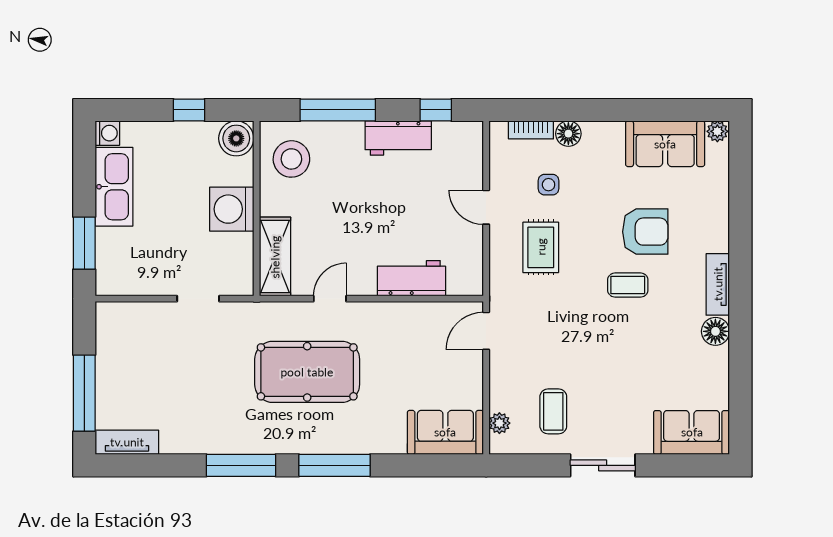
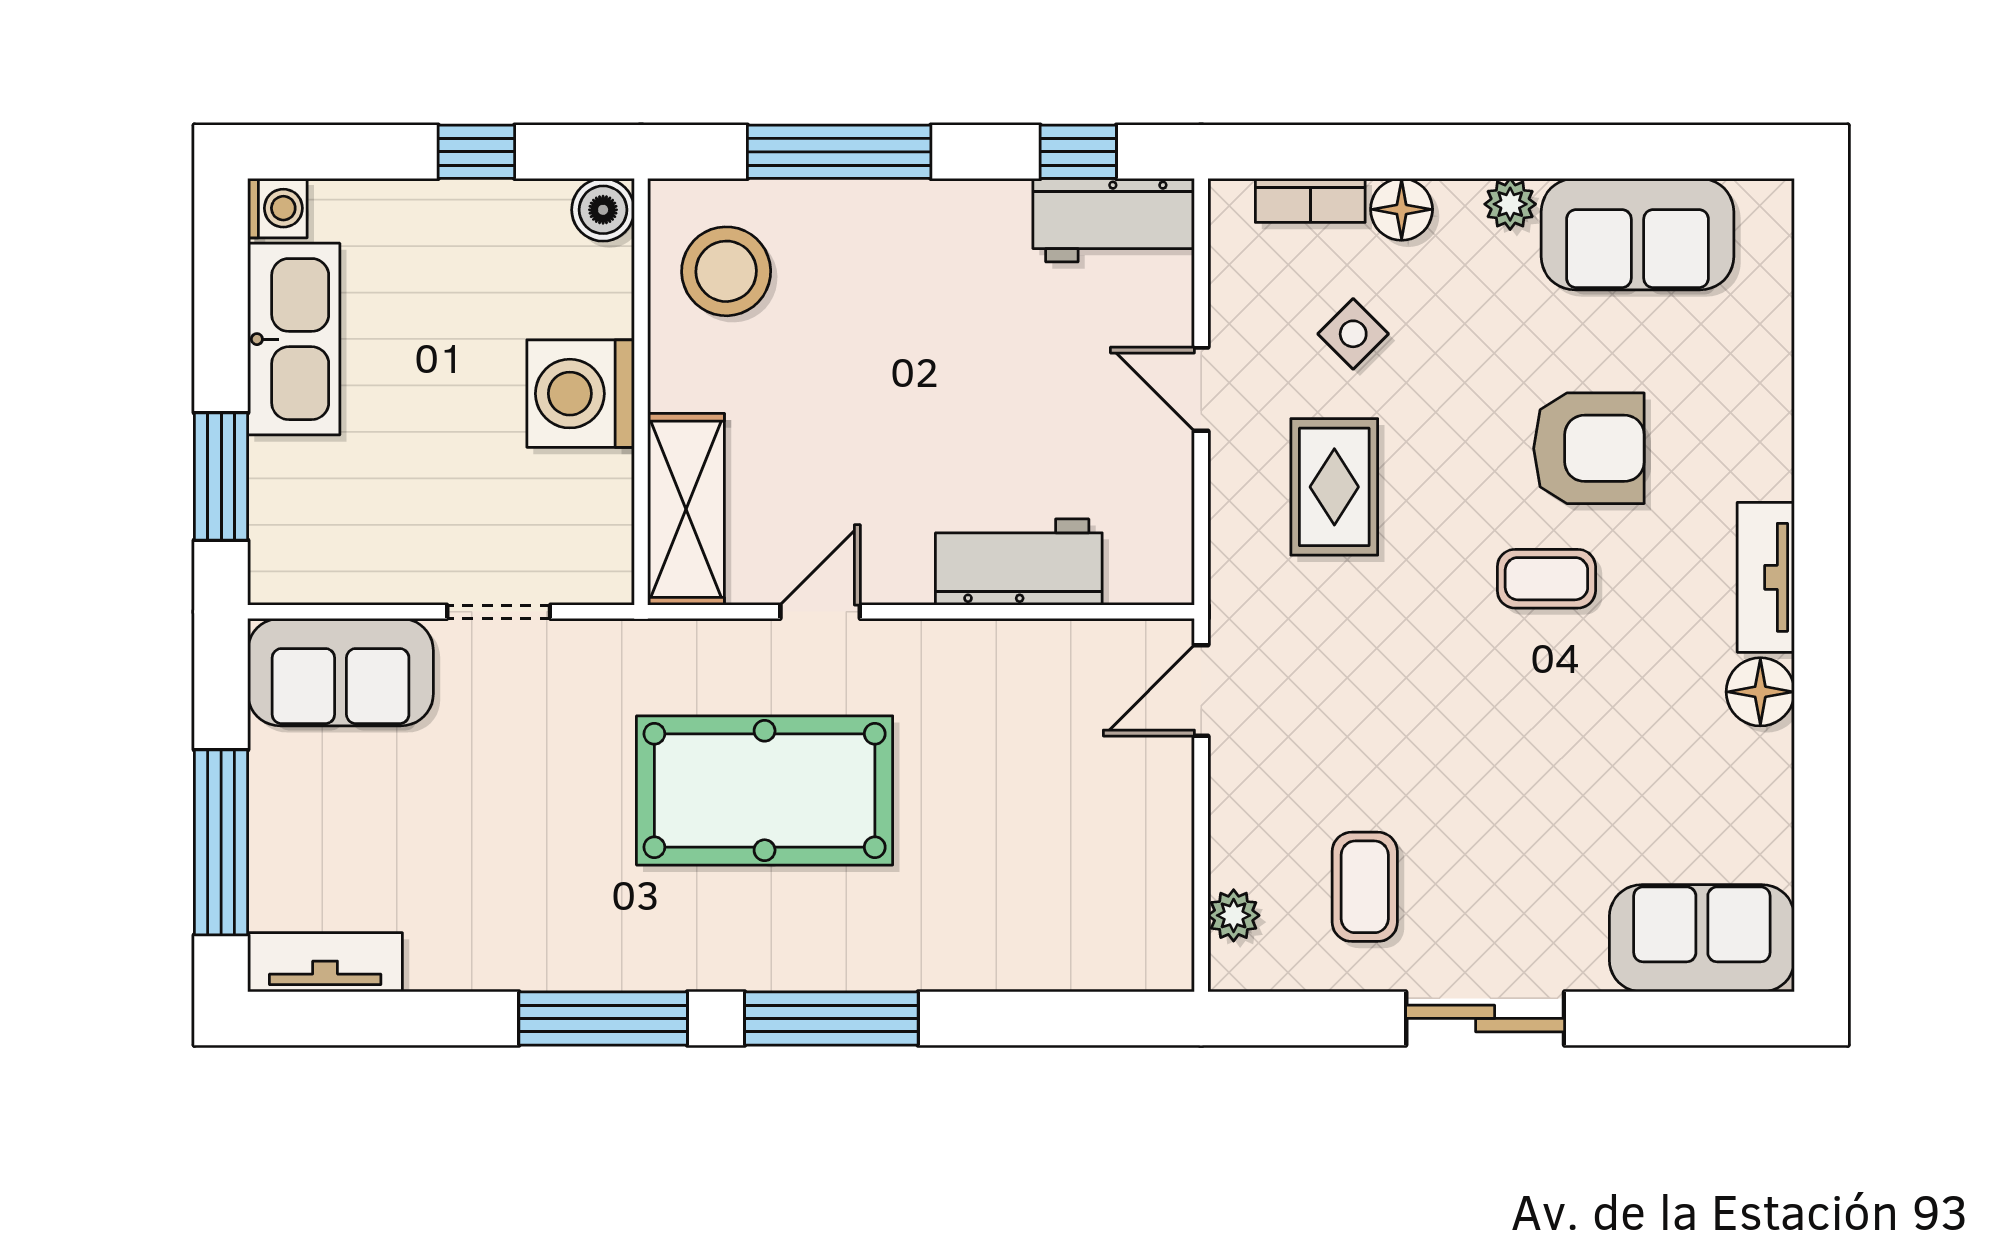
plant: (717, 131) -> (1510, 204), moved
boiler: (236, 138) -> (603, 210), width x0.73, depth x0.73
workbench: (398, 138) -> (1114, 220), moved
side table: (549, 185) -> (1353, 334), turned 45
sofa: (445, 432) -> (341, 672), moved, turned 180

